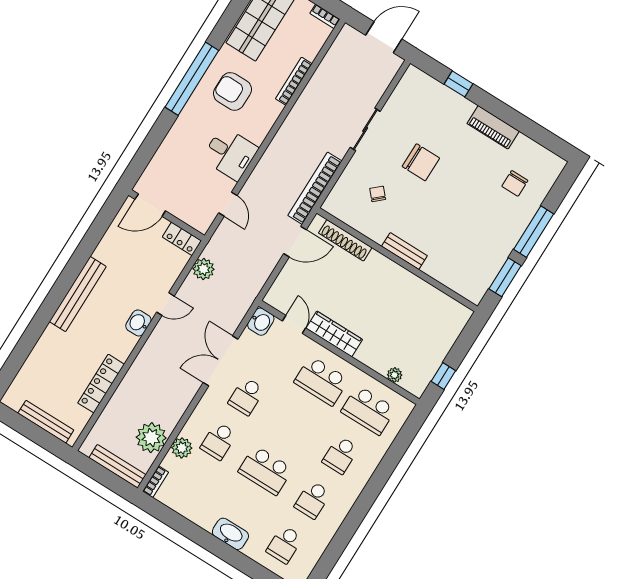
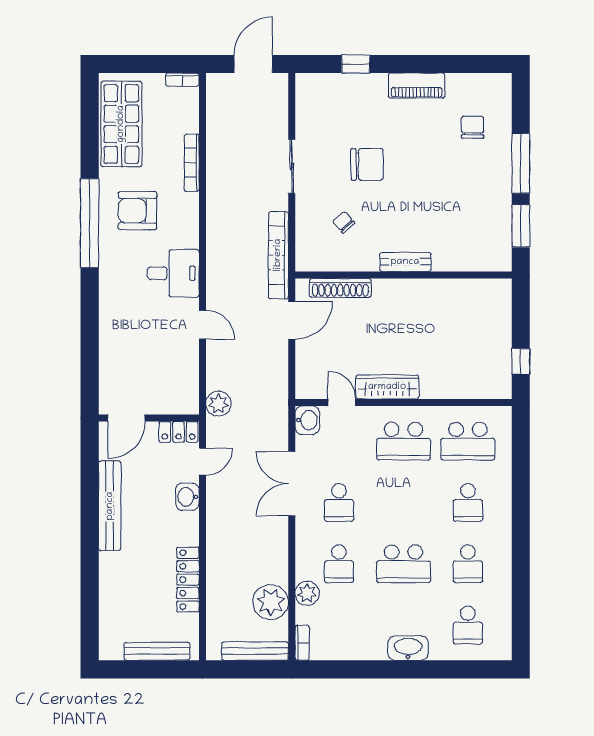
chair: (515, 183) -> (473, 127), turned 180
door: (150, 205) -> (126, 418), moved
wall: (167, 215) -> (149, 418), moved
locker: (182, 239) -> (178, 432), moved
plant: (395, 375) -> (472, 390), removed

